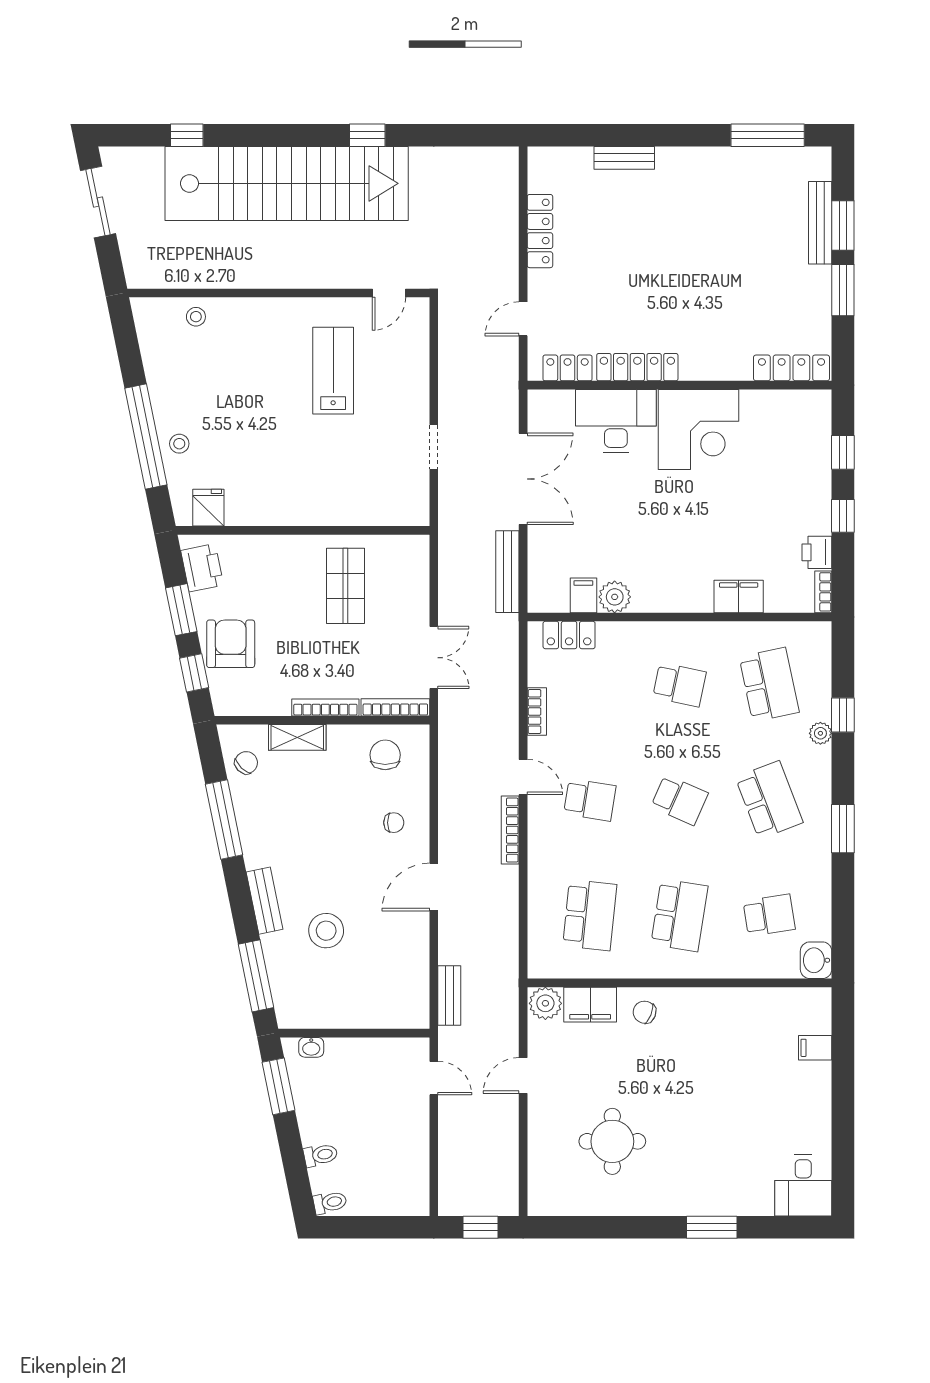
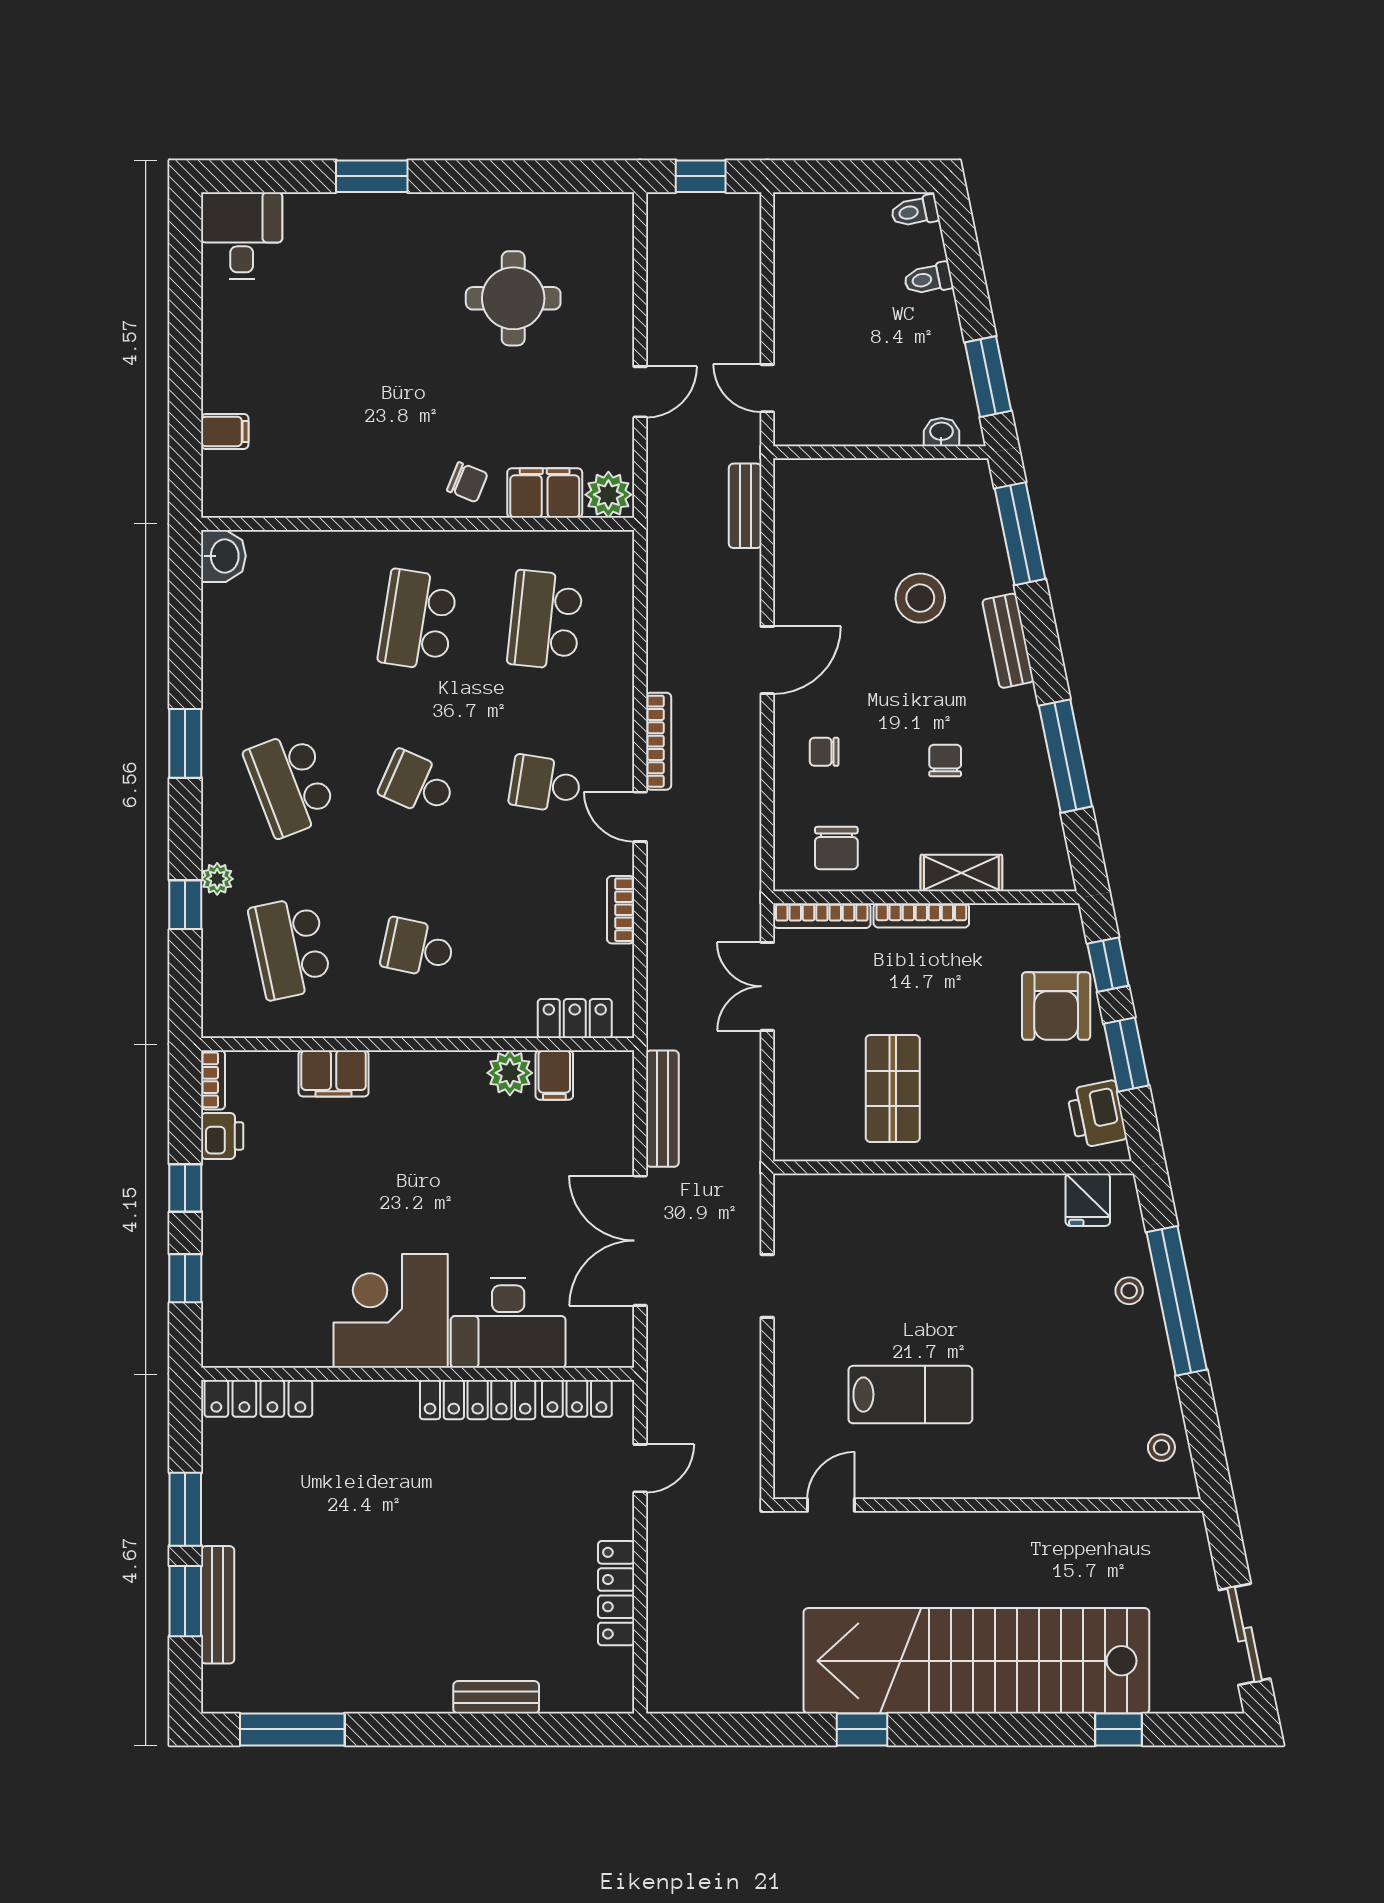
stool: (196, 317) -> (1161, 1448), moved
lab bench: (333, 371) -> (910, 1395), turned -90
chair: (246, 763) -> (945, 760), moved, turned 136
school desk: (769, 915) -> (290, 620), removed

